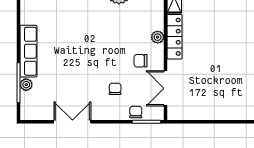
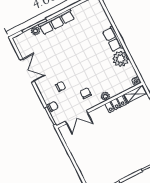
locker: (174, 37) -> (116, 104), width x0.66
double door: (165, 88) -> (77, 117), swing flipped

